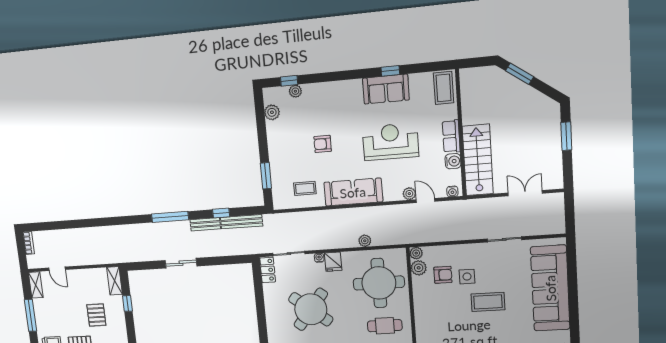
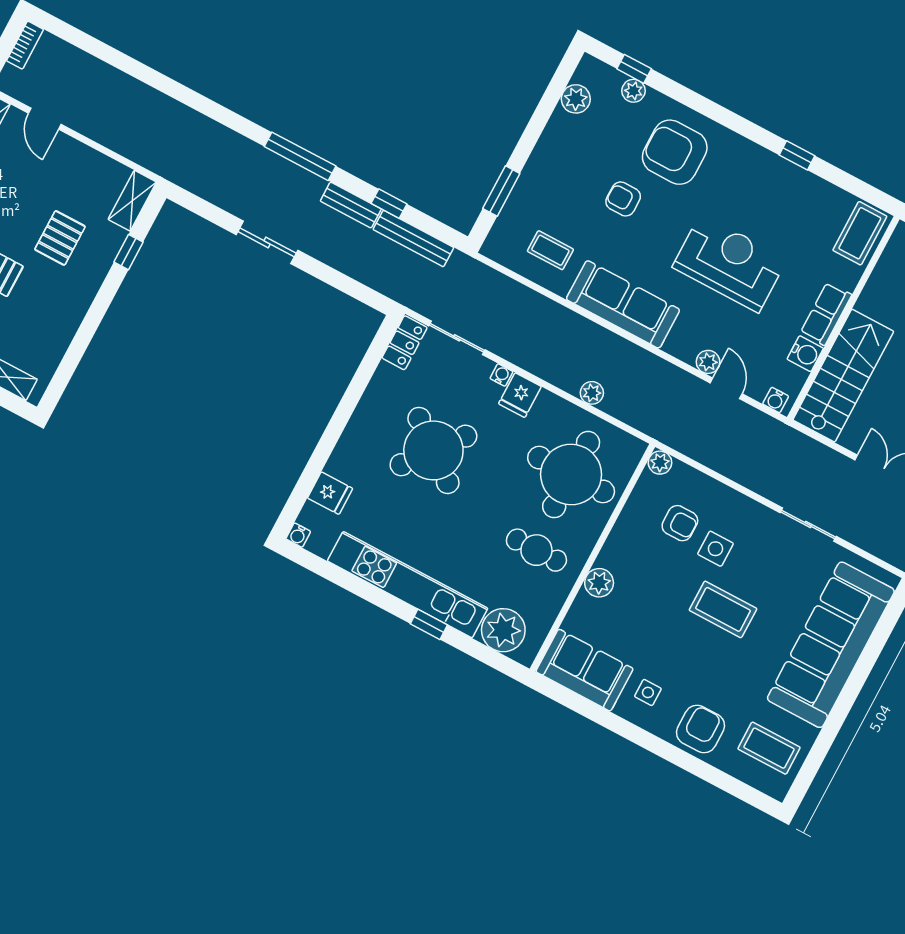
sofa: (386, 89) -> (773, 178), removed
armchair: (332, 107) -> (675, 152), added
plant: (419, 268) -> (599, 583), moved

